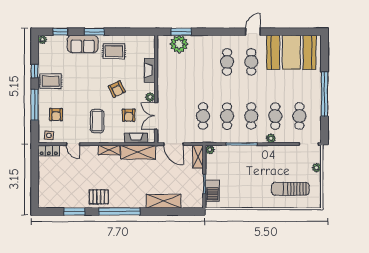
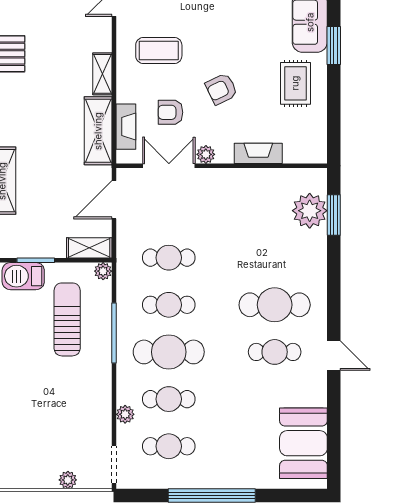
booth: (291, 52) -> (303, 443), width x0.73, depth x0.70
cafe table: (227, 62) -> (275, 305), width x1.37, depth x1.35
cafe table: (251, 116) -> (169, 352), width x1.37, depth x1.35
plant: (271, 138) -> (125, 414), moved
sun lounger: (290, 189) -> (67, 319), moved

